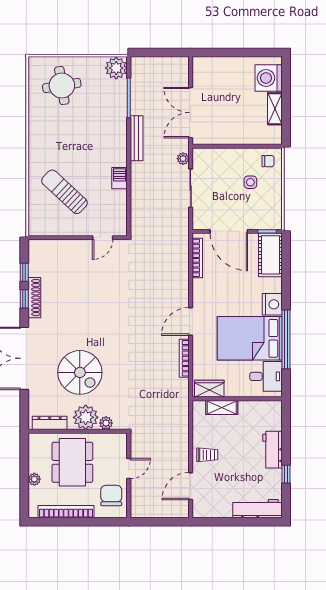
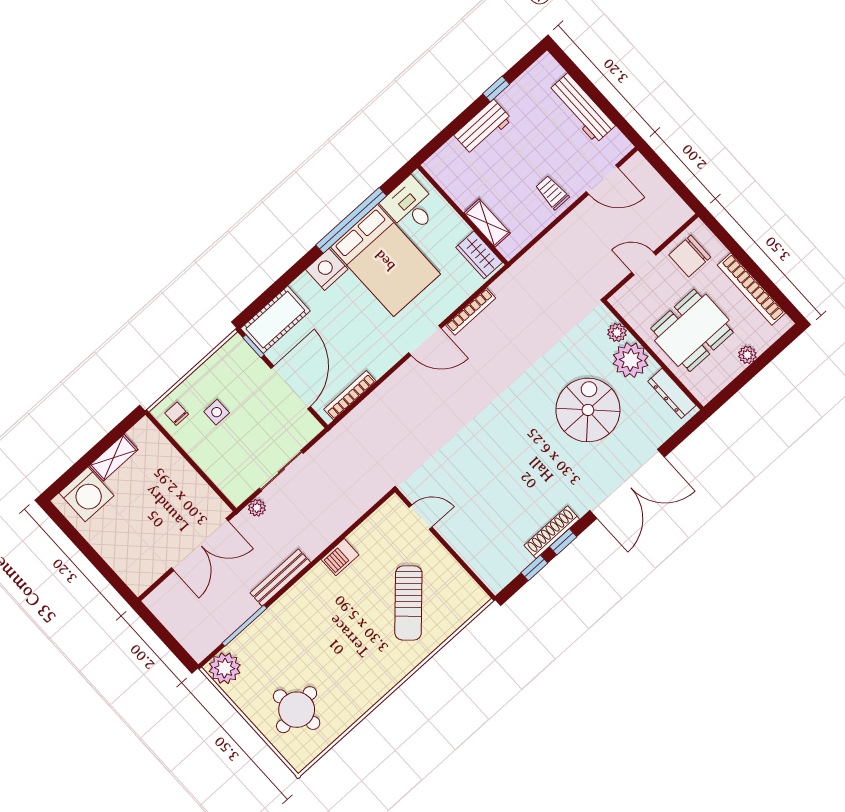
workbench: (257, 509) -> (582, 108), moved

